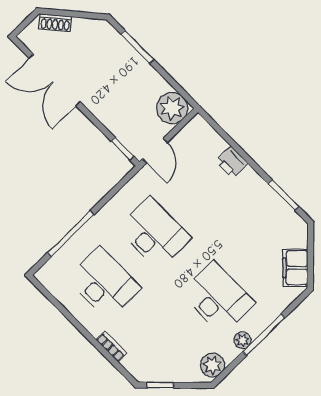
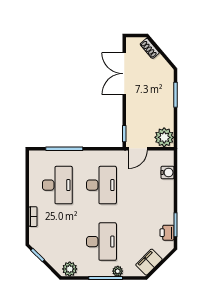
water cooler: (216, 144) -> (168, 172), added
printer: (232, 162) -> (167, 233), moved
plant: (242, 340) -> (118, 271), moved

